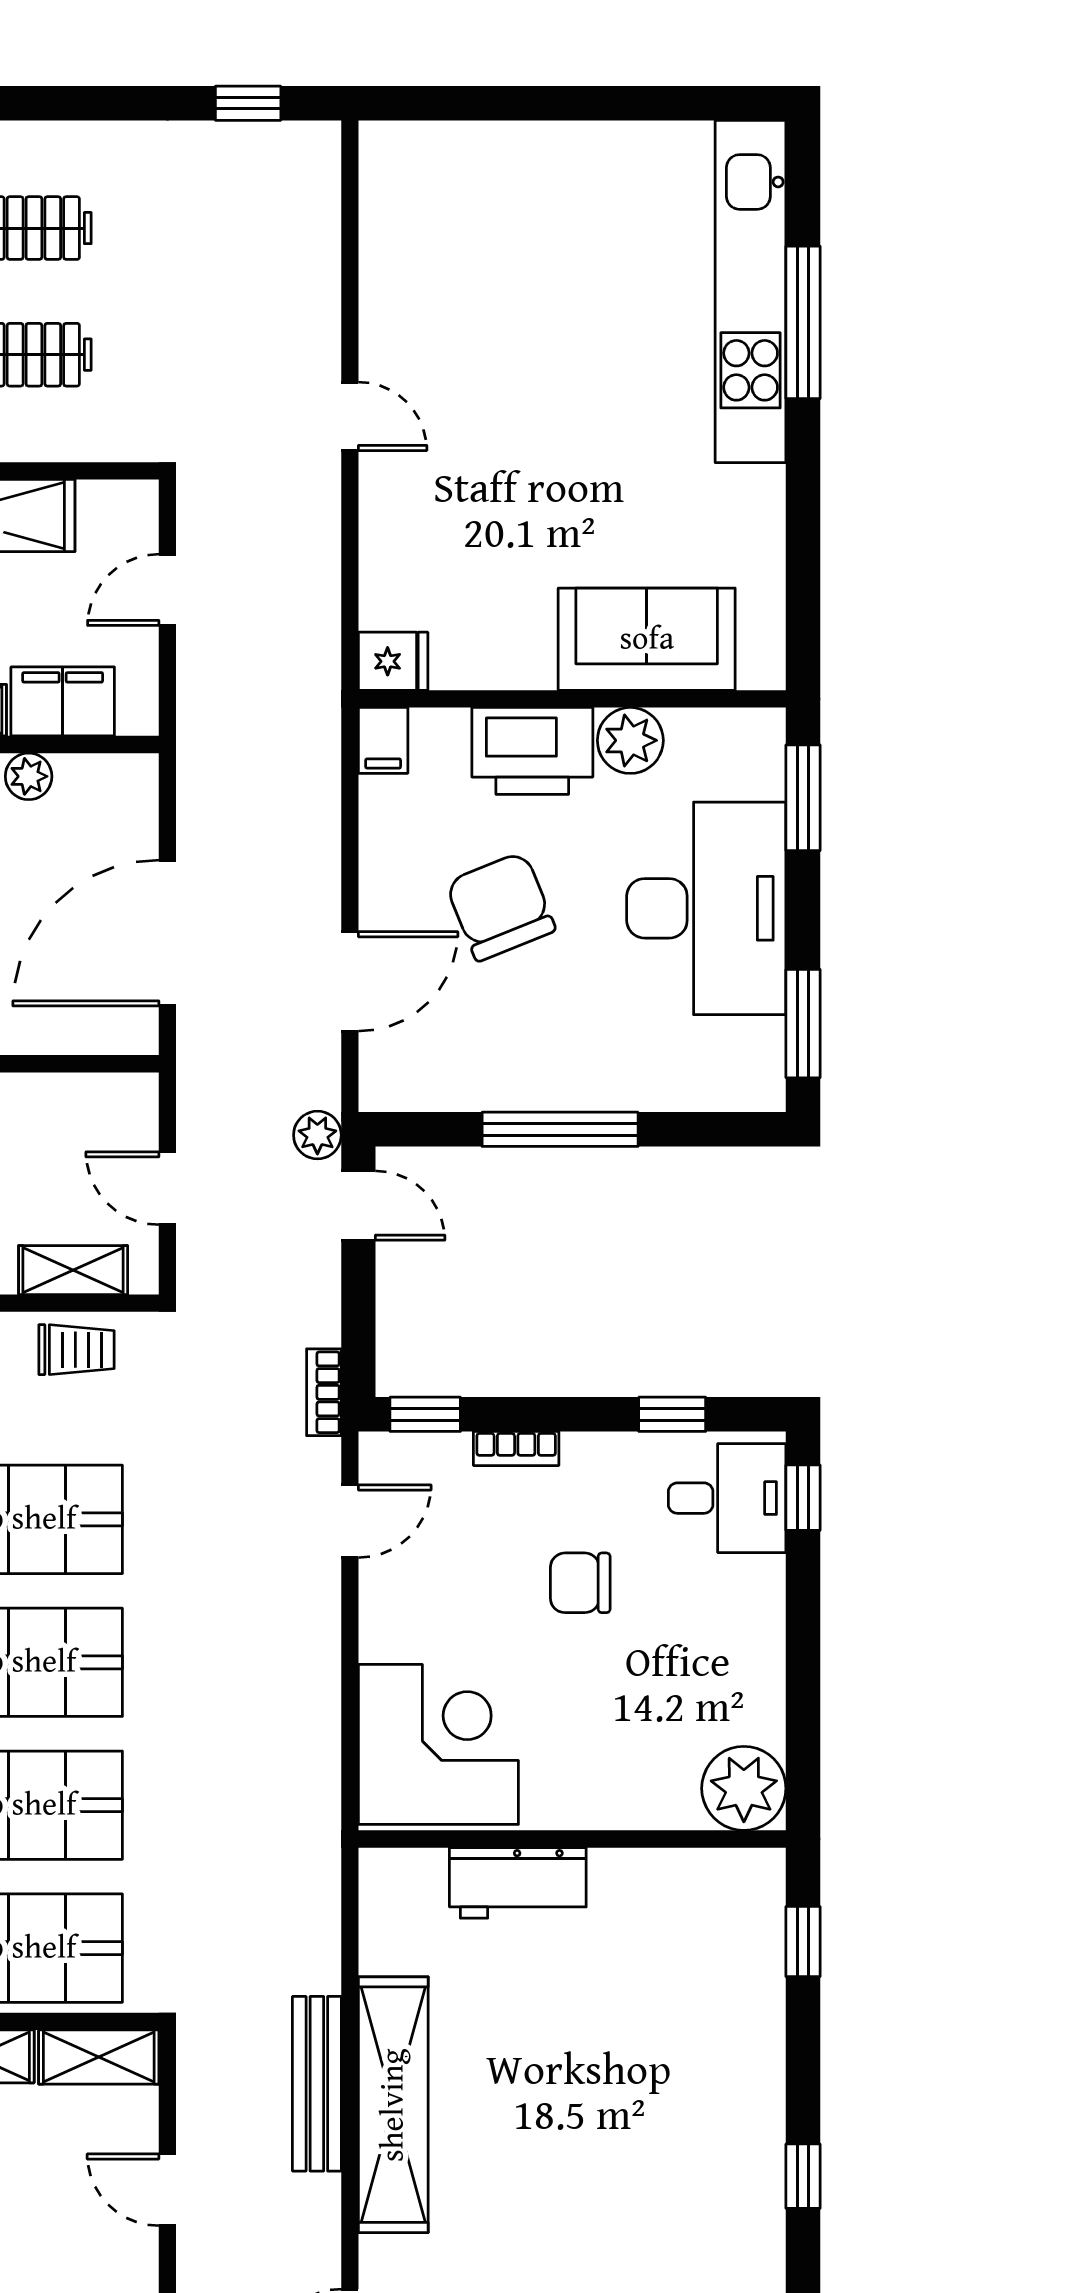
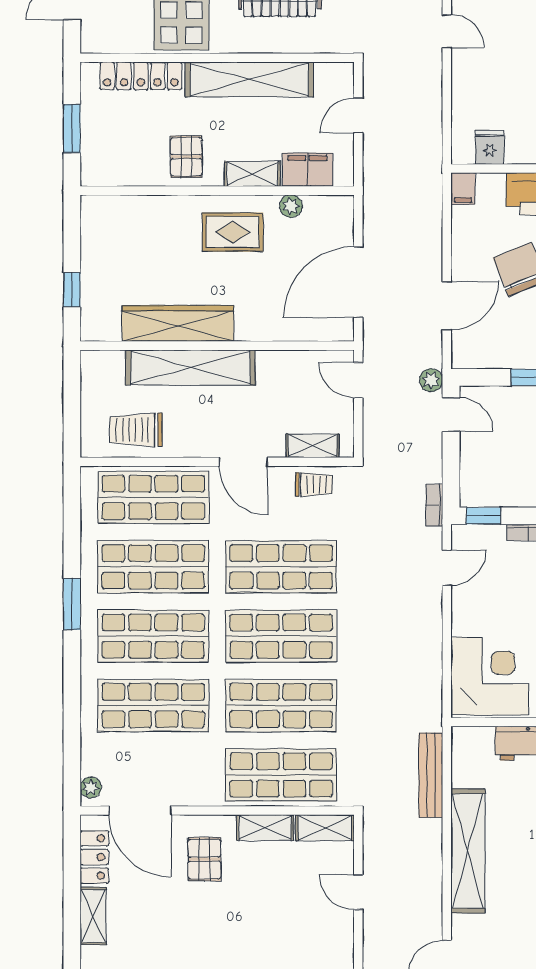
fridge: (393, 661) -> (490, 148), moved, turned -90
door: (167, 1188) -> (358, 380), moved
bench: (317, 2084) -> (431, 775), moved

